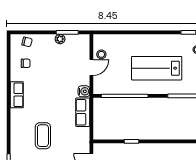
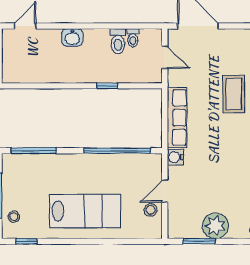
plant: (60, 39) -> (215, 226), width x1.88, depth x1.88
lab bench: (157, 68) -> (85, 211), moved
row of seats: (83, 112) -> (177, 118), width x1.48

